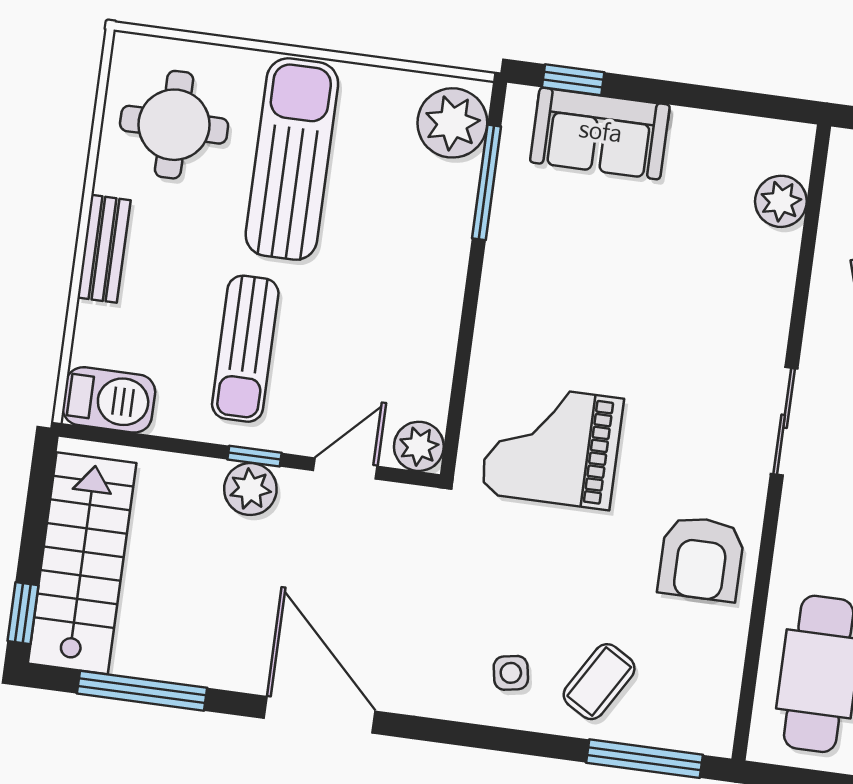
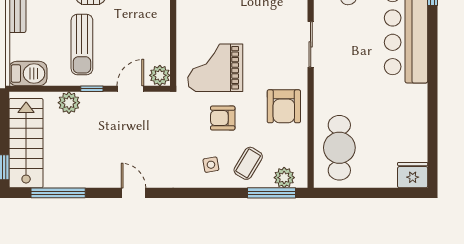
plant: (250, 489) -> (69, 103), moved
armchair: (554, 567) -> (223, 118), added
door: (320, 715) -> (134, 193), width x0.53
plant: (679, 727) -> (284, 178), added

